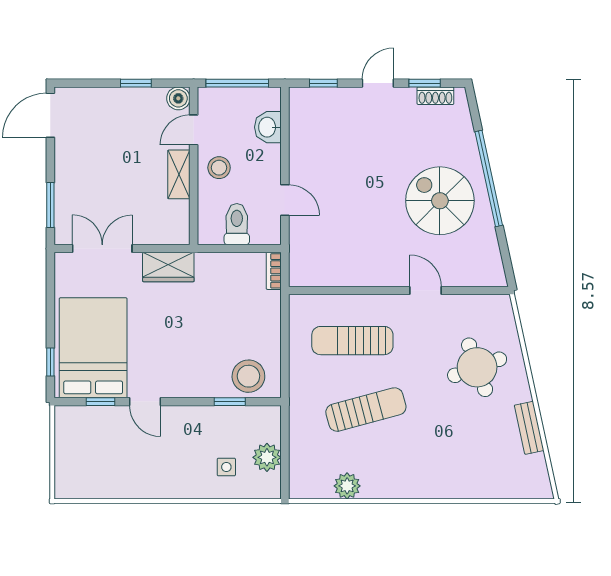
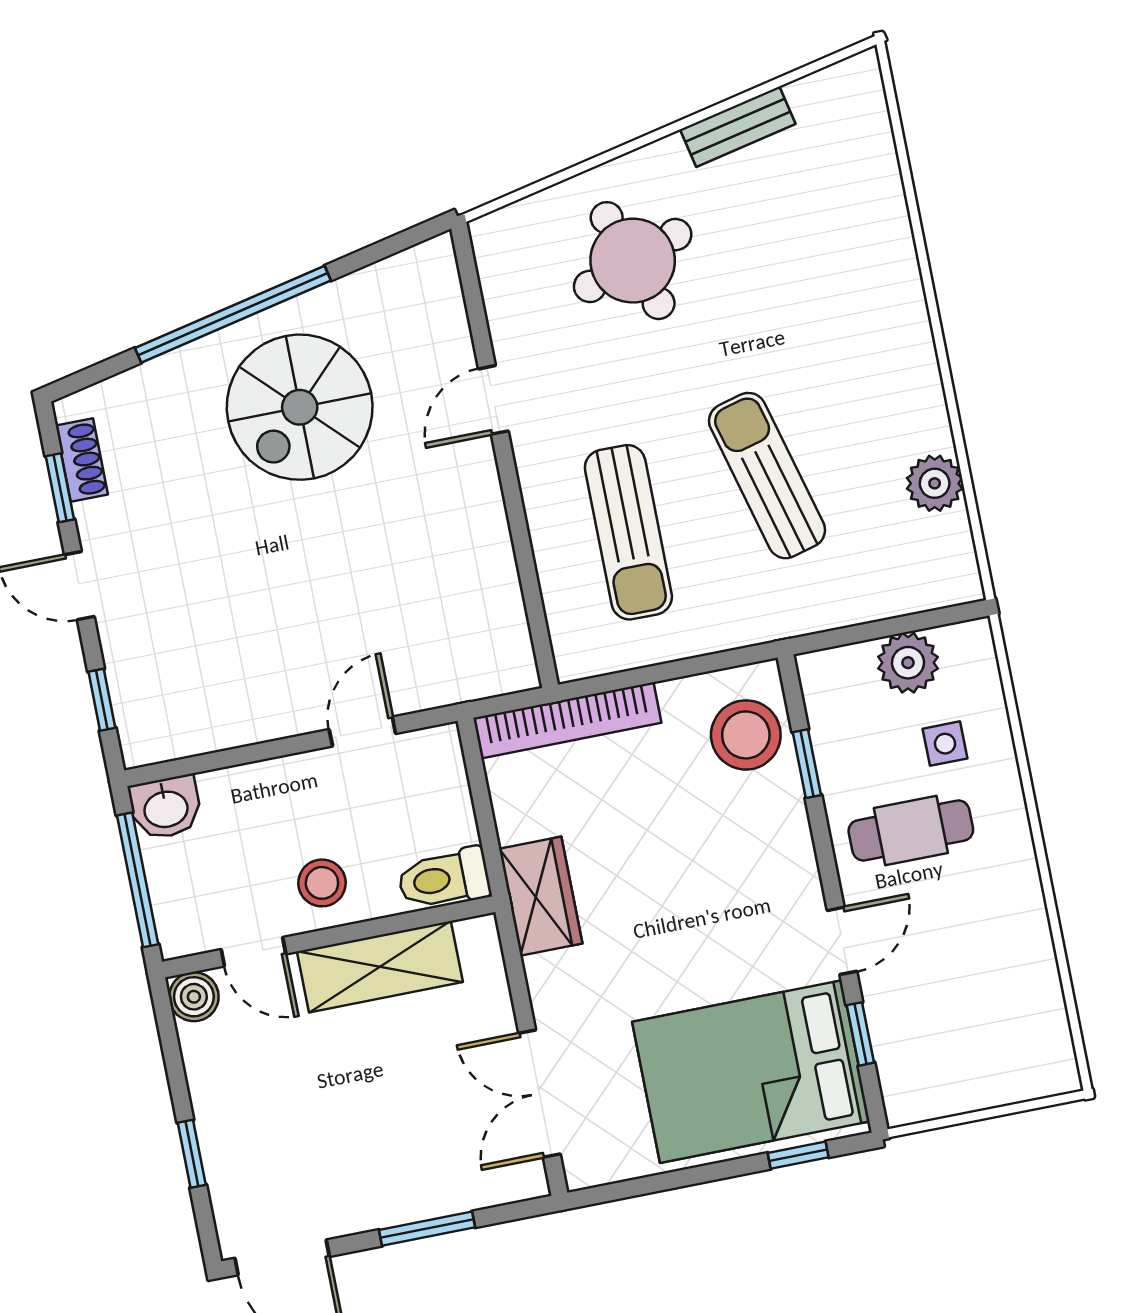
window: (136, 83) -> (192, 1154), moved
washbasin: (268, 127) -> (166, 808), moved
shelving: (179, 174) -> (380, 967), width x1.50, depth x1.33
window: (50, 205) -> (427, 1229), moved
toilet: (237, 224) -> (444, 879), moved
wardrobe: (168, 267) -> (541, 896), moved
bookcase: (274, 271) -> (567, 720), width x2.31, depth x1.31
cafe table: (189, 443) -> (911, 830), added

